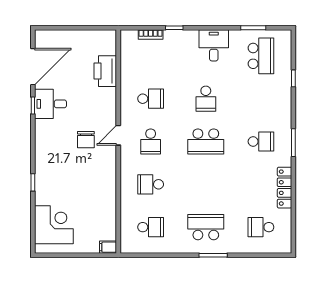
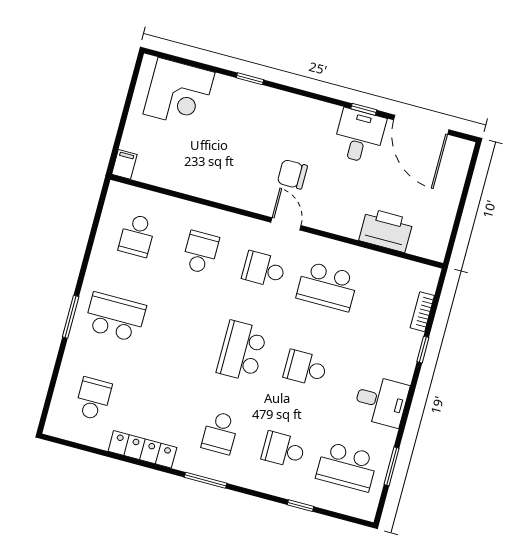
school desk: (151, 99) -> (327, 286), width x1.85
school desk: (261, 99) -> (283, 450), added
school desk: (206, 227) -> (115, 317), turned -90

